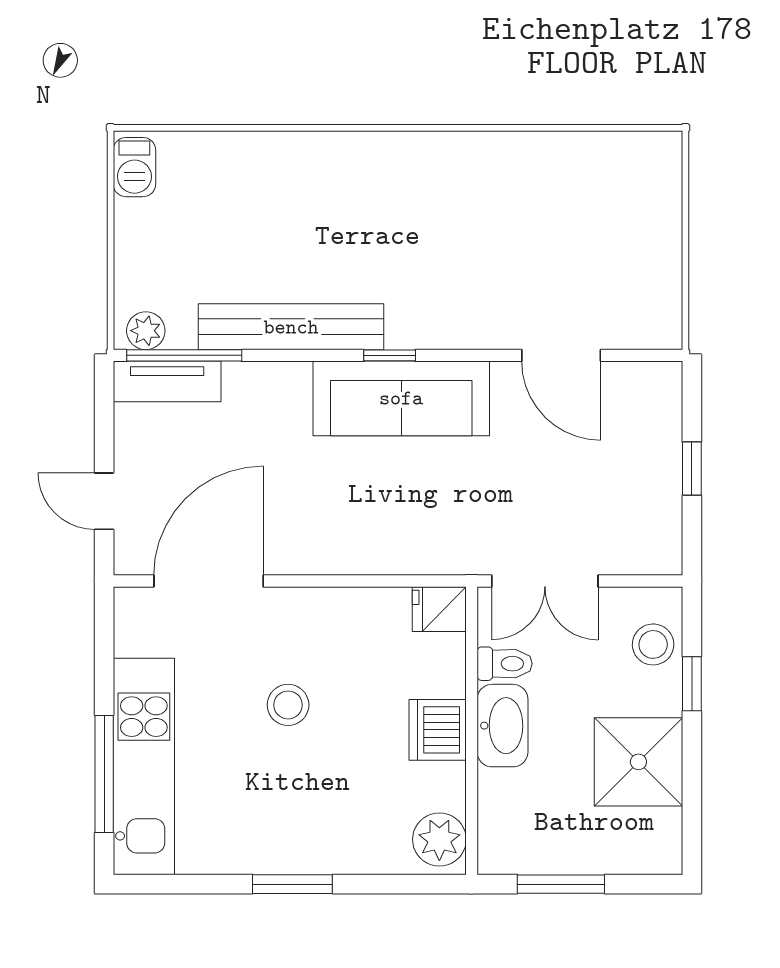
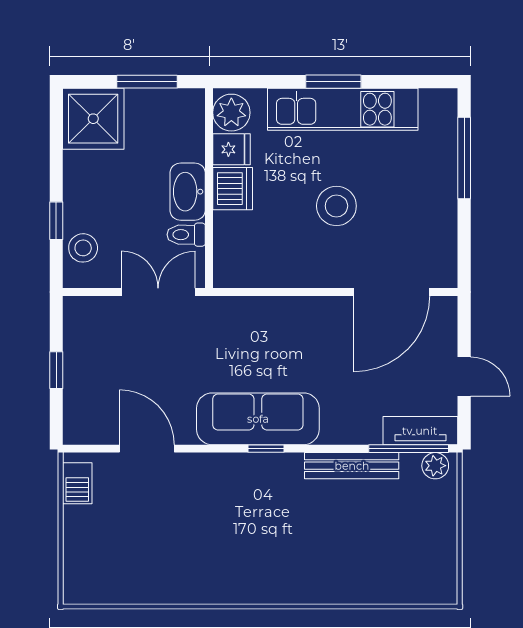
barbecue: (134, 167) -> (77, 483), moved, turned 180
bench: (291, 327) -> (352, 466), width x0.73, depth x0.82
door: (104, 501) -> (464, 377), moved
fridge: (439, 609) -> (231, 149), moved
stool: (288, 705) -> (336, 206), width x1.38, depth x1.38
shower: (638, 762) -> (93, 119), moved
kitchen unit: (144, 766) -> (343, 109), moved, turned -90

